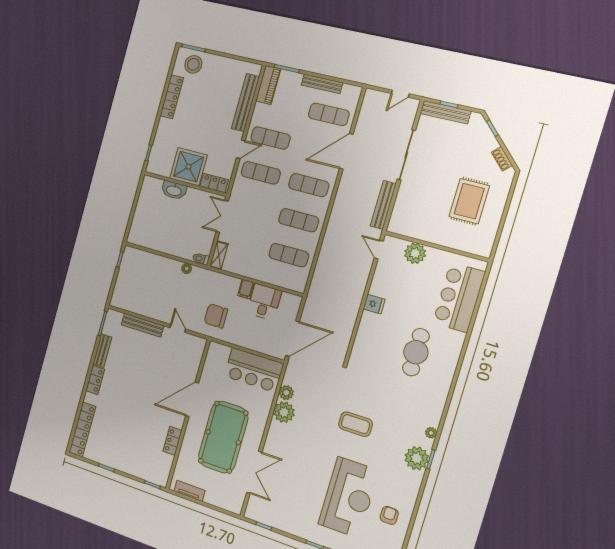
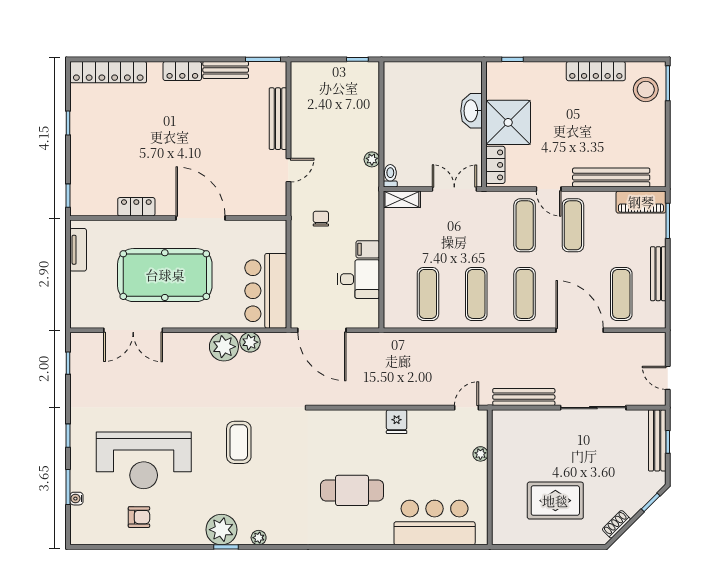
plant: (415, 253) -> (480, 454), width x0.53, depth x0.53
chair: (216, 316) -> (321, 219), width x0.54, depth x0.54

